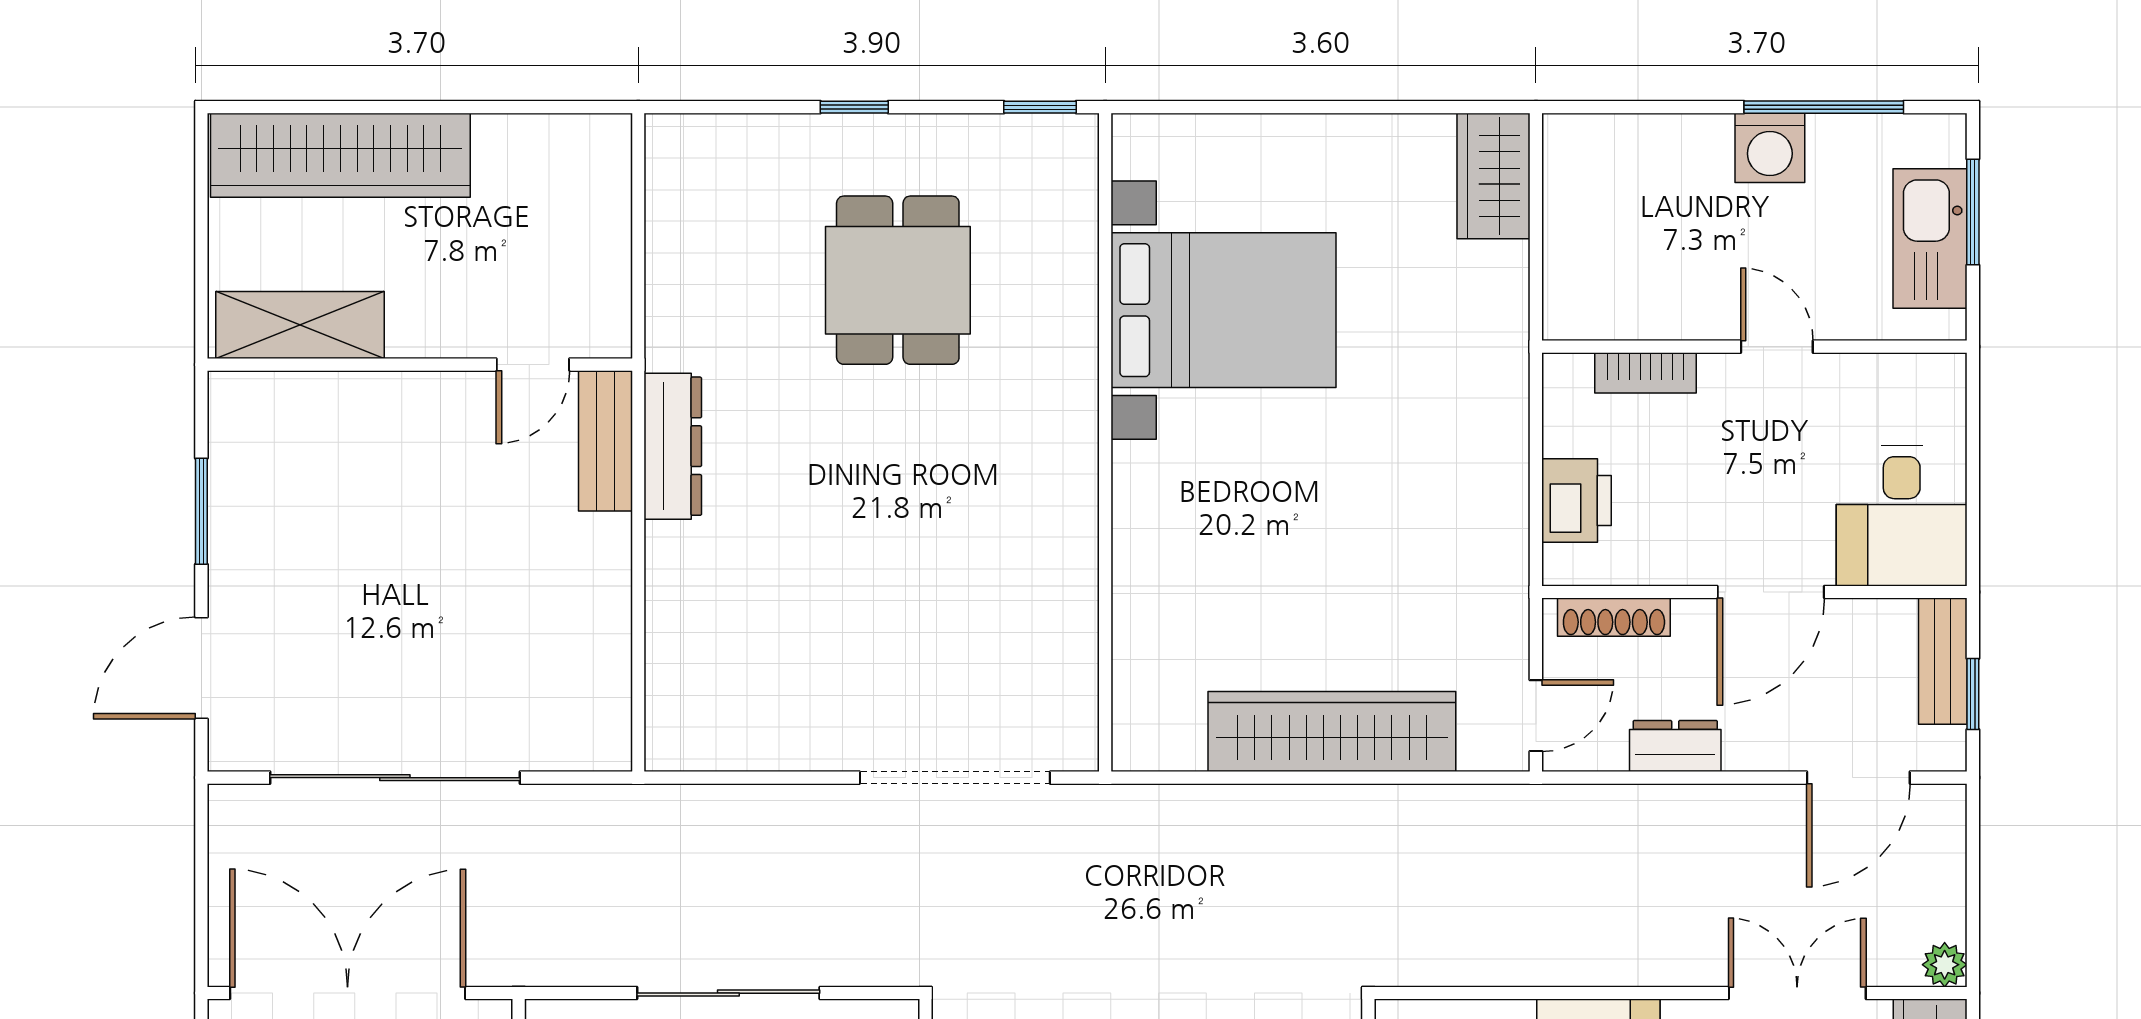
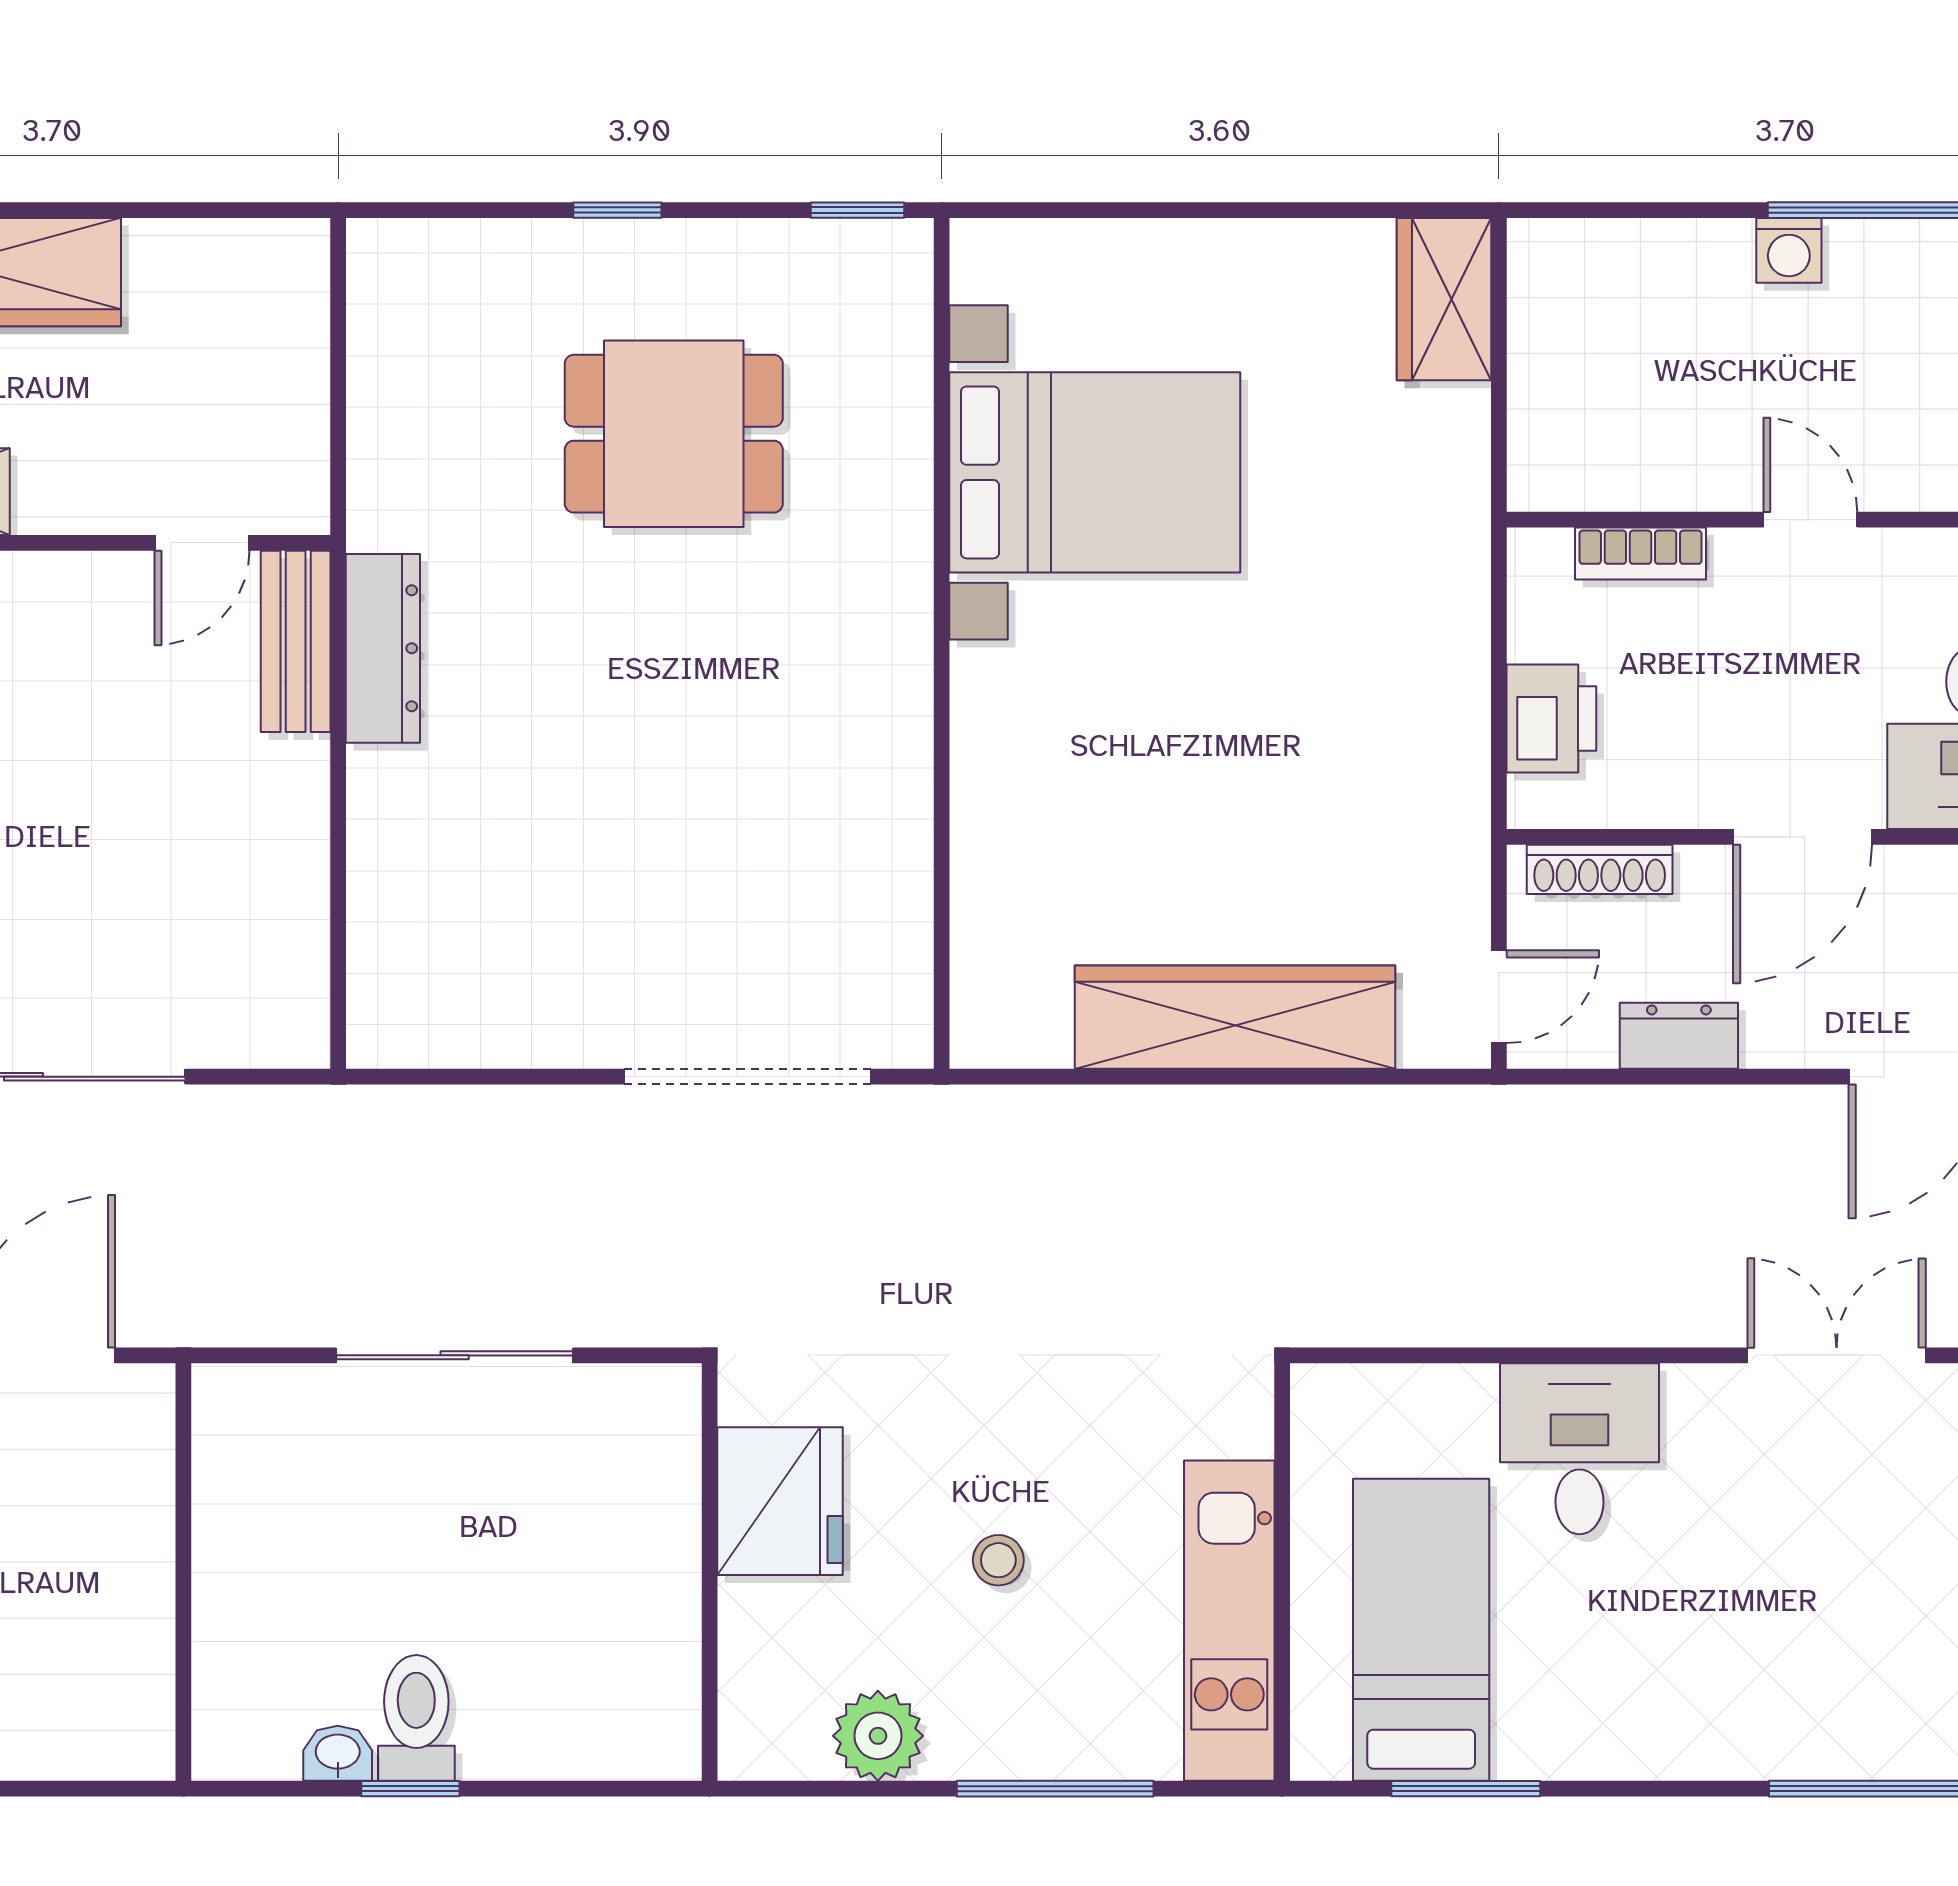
washing machine: (1770, 148) -> (1789, 250), width x0.73, depth x0.73
dining table: (898, 280) -> (674, 434), turned 90

